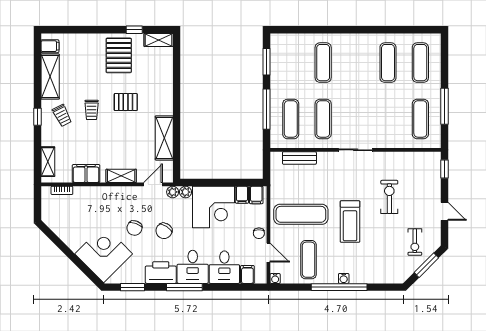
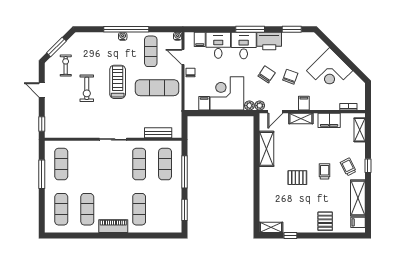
piano: (355, 41) -> (113, 226), added
pallet: (119, 55) -> (325, 221), moved, width x0.67, depth x0.71
filing cabinet: (256, 195) -> (304, 103), moved
exercise bike: (389, 197) -> (87, 88), moved
corner desk: (104, 254) -> (330, 71), moved

